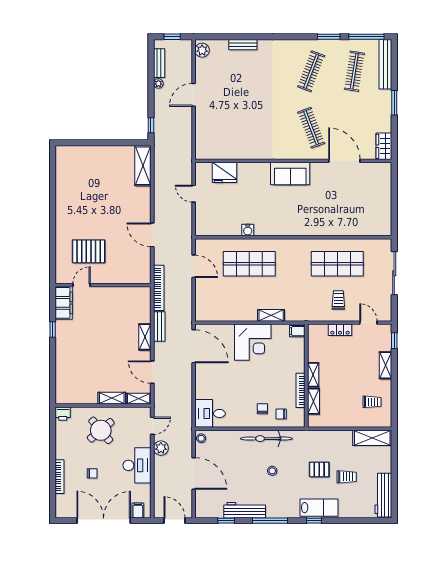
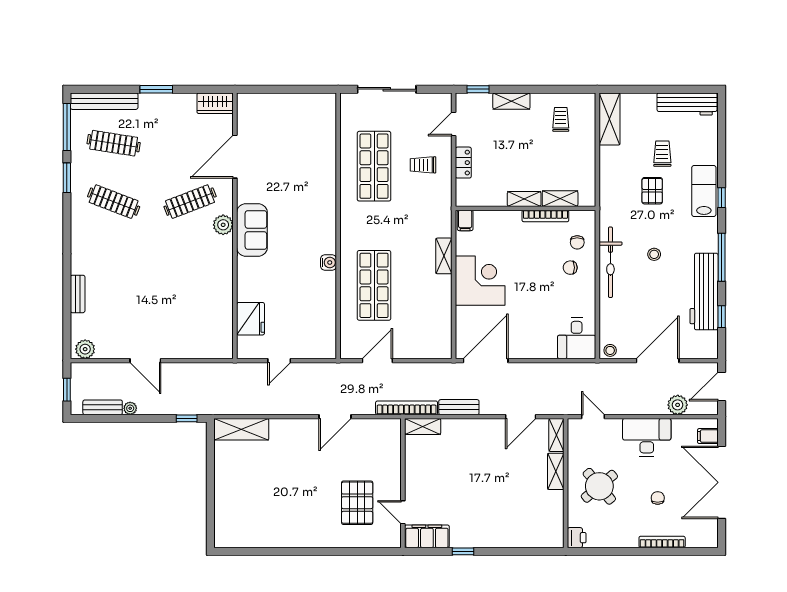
plant: (294, 152) -> (223, 225), added
water cooler: (248, 230) -> (329, 263), moved
shelving: (145, 337) -> (423, 426), moved
plant: (161, 448) -> (678, 405), moved
workbench: (245, 510) -> (704, 292), width x1.36, depth x1.32

